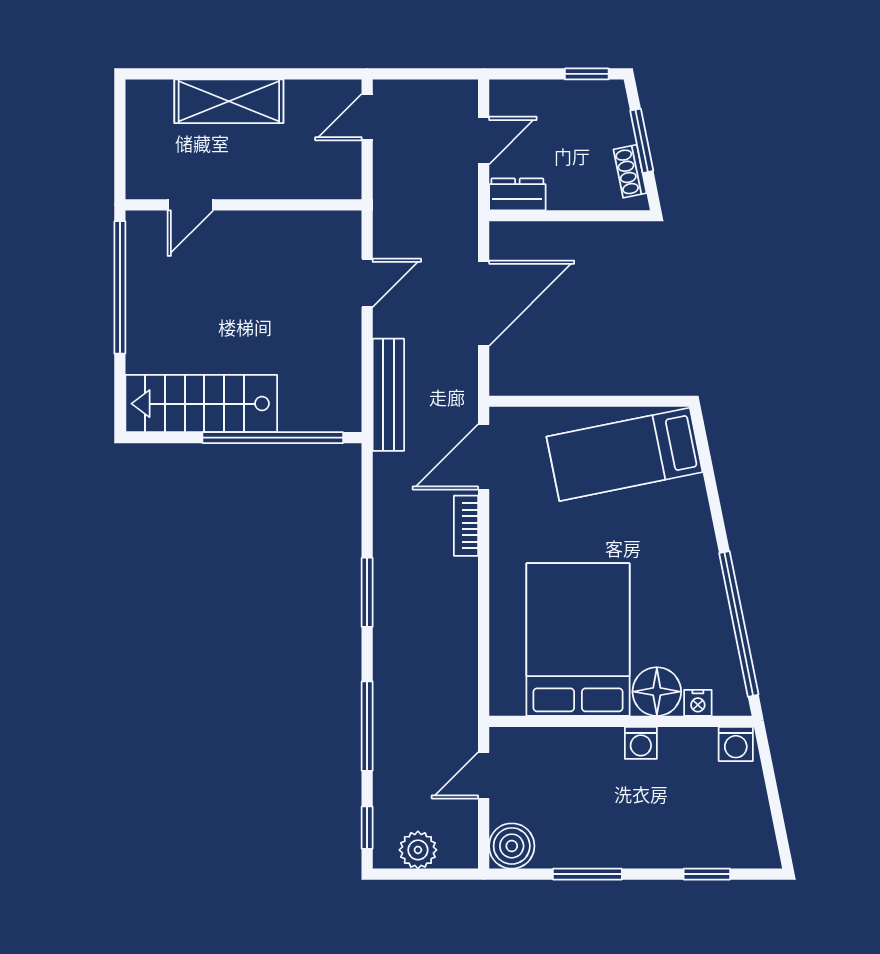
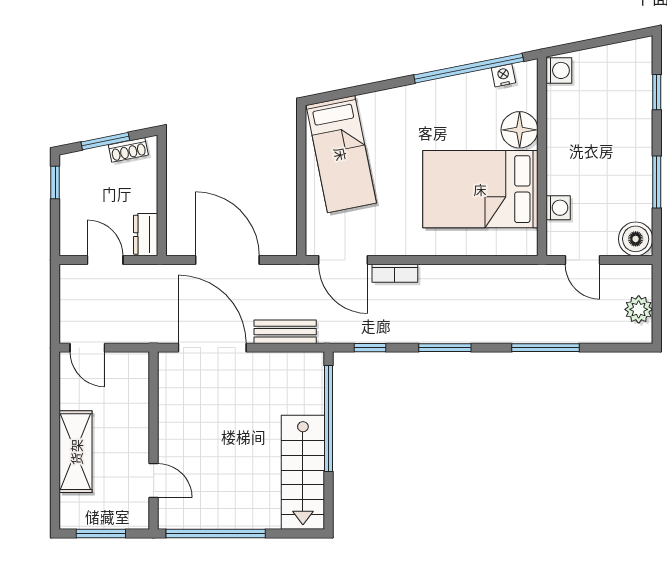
window: (120, 135) -> (101, 534), added
door: (367, 283) -> (212, 348), width x1.87
bench: (388, 395) -> (285, 332), width x0.73
nightstand: (698, 703) -> (503, 75), moved, turned -101
washing machine: (641, 743) -> (558, 208), moved
window: (367, 828) -> (370, 348), moved

